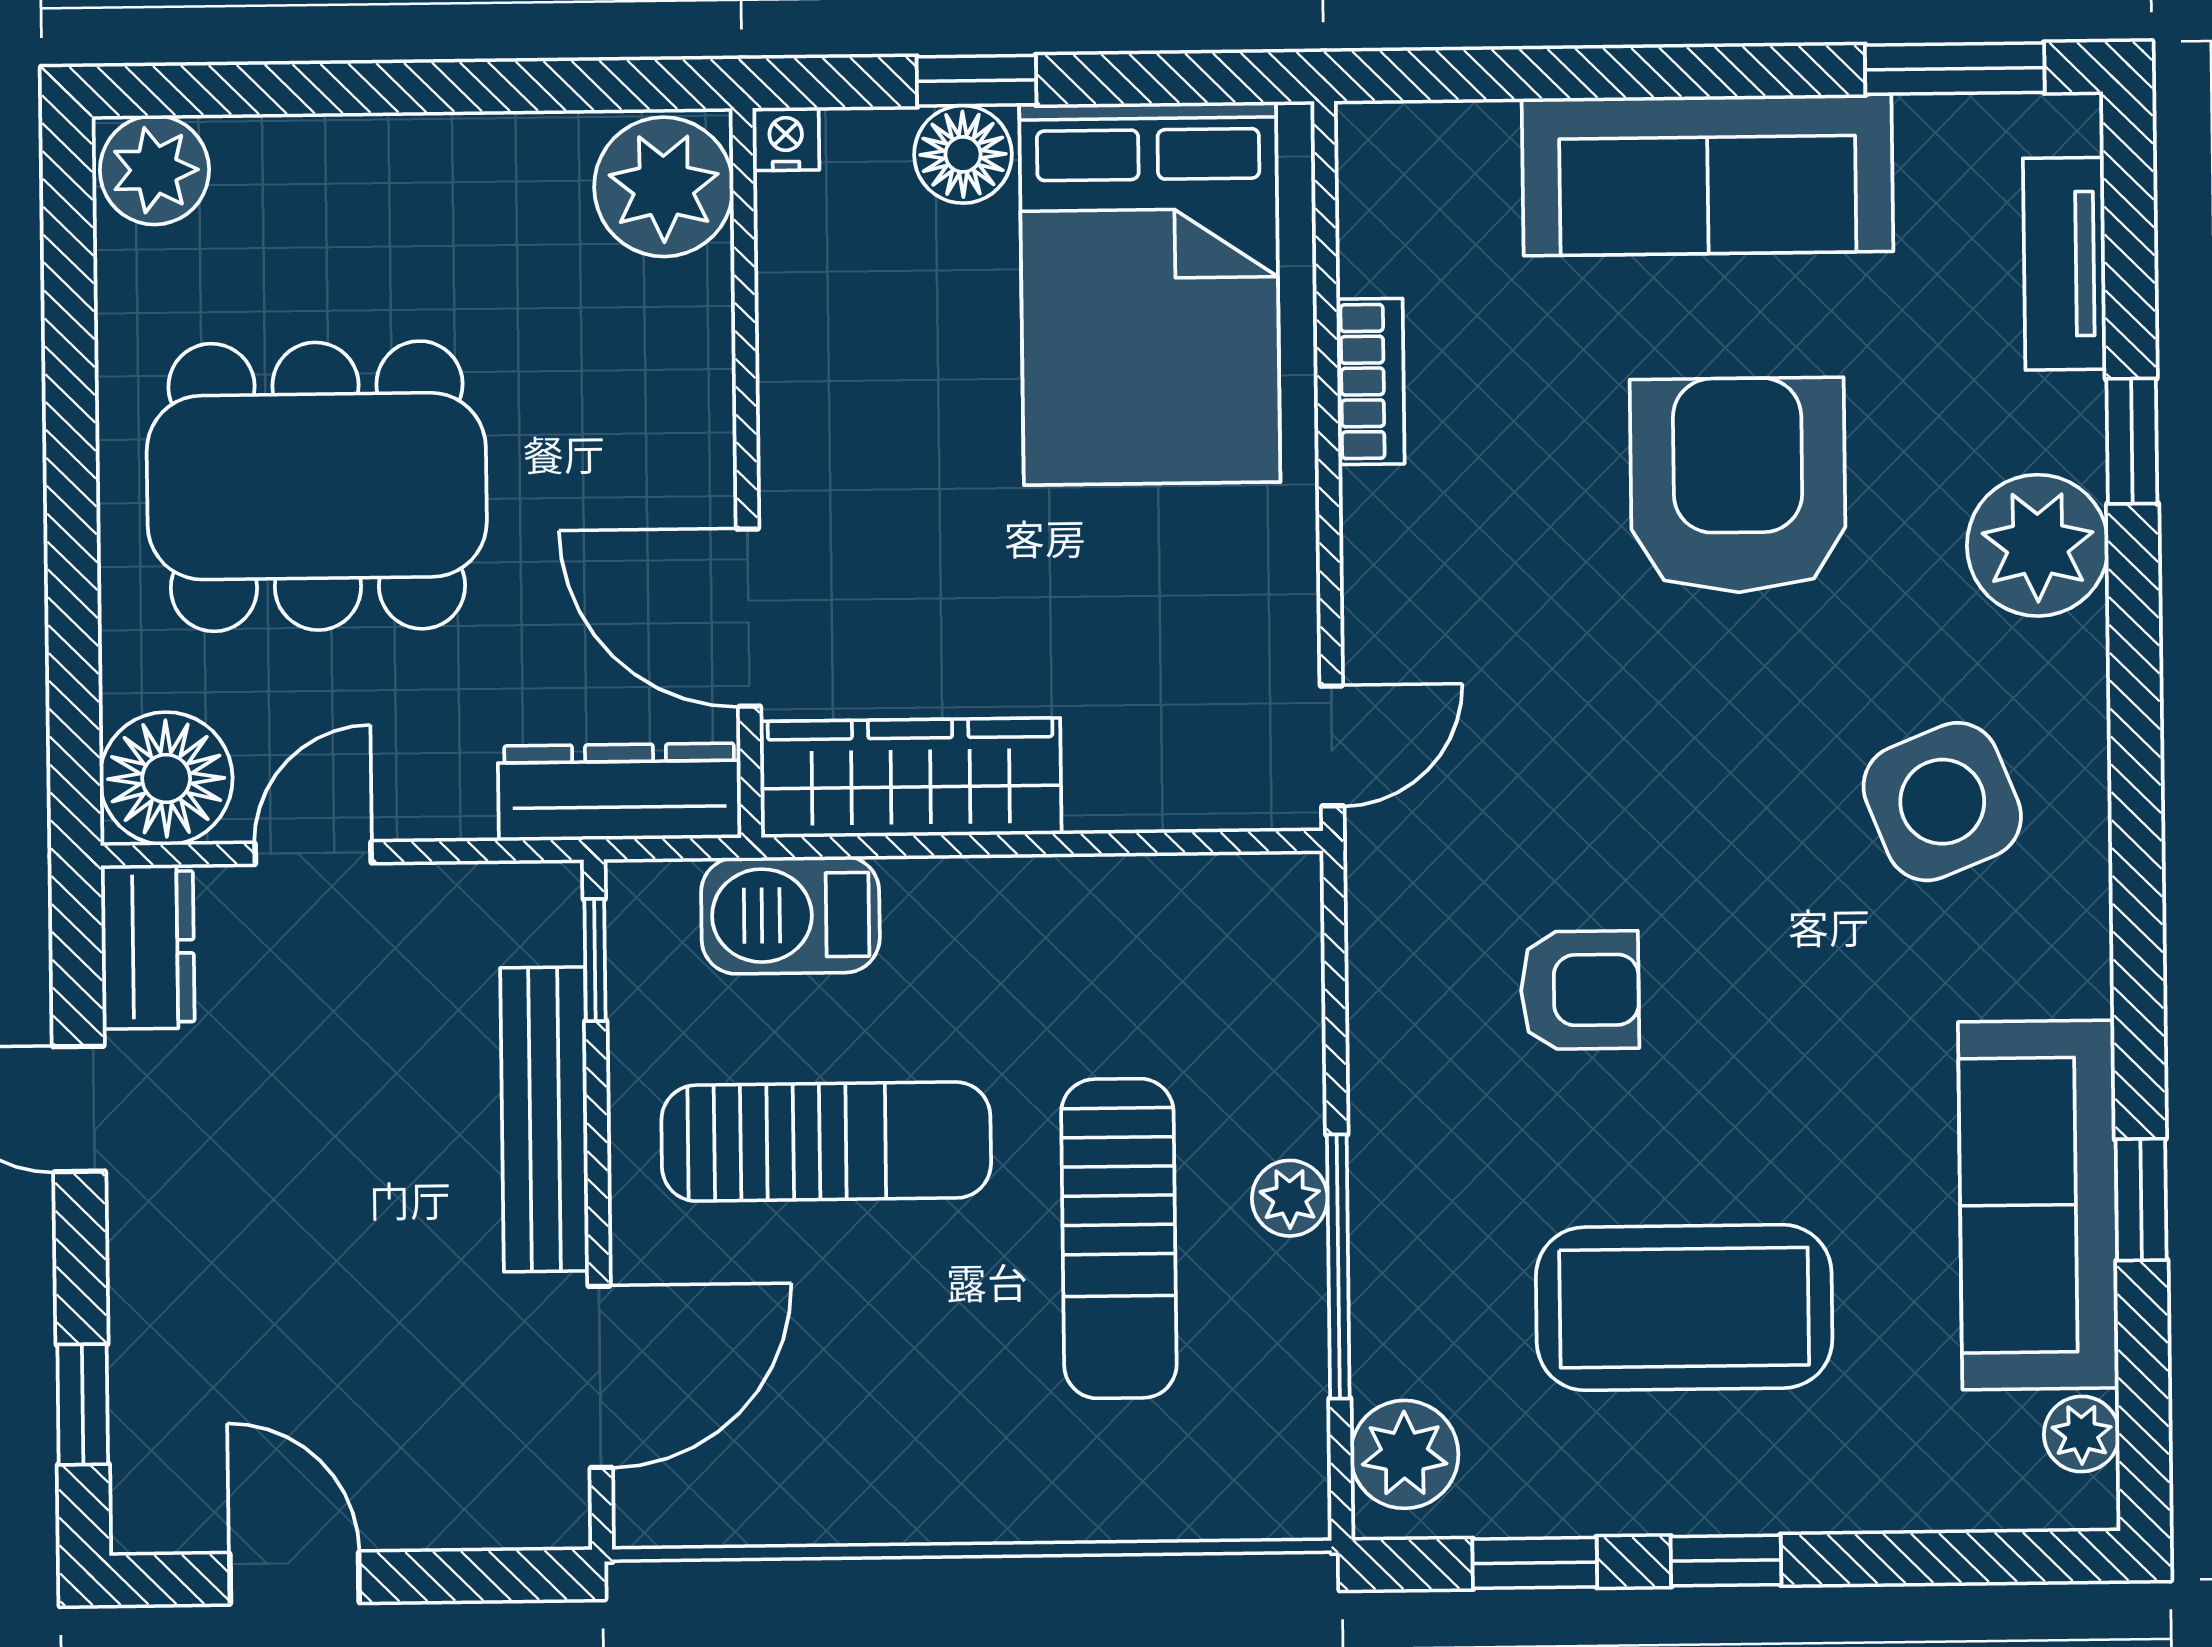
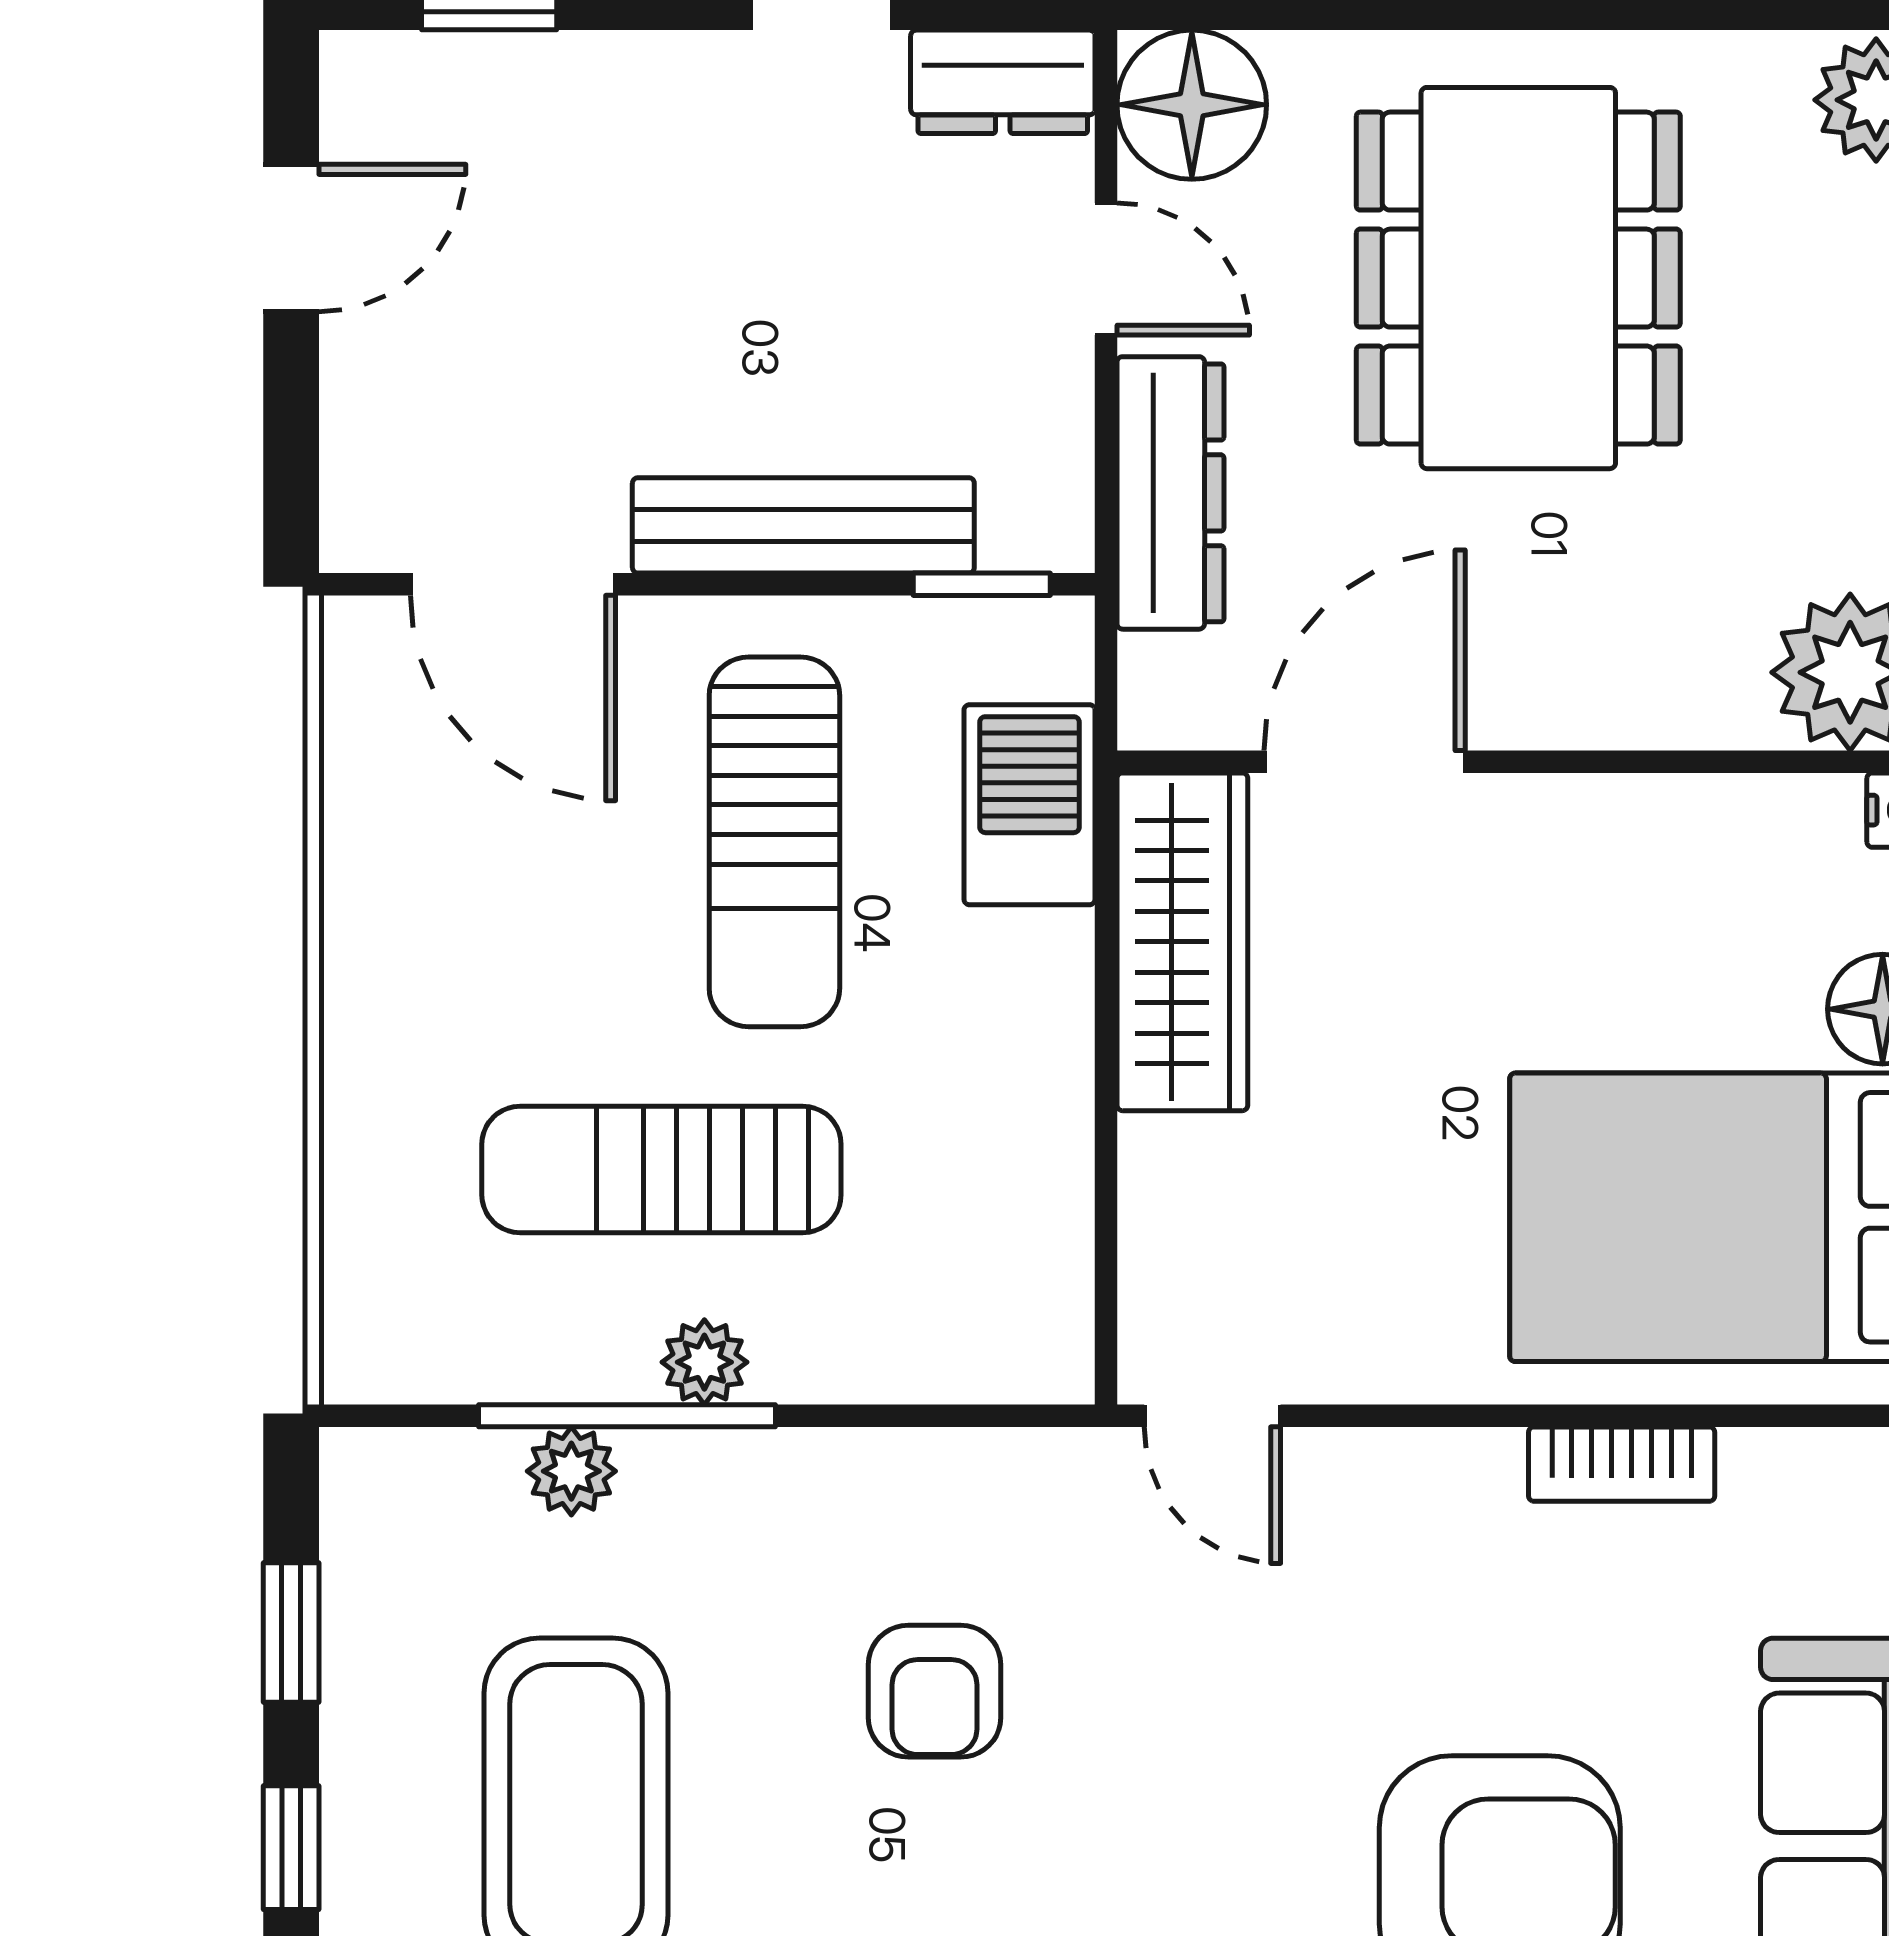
dresser: (620, 792) -> (1170, 493), moved
plant: (1404, 1454) -> (571, 1471), moved, width x0.73, depth x0.73

